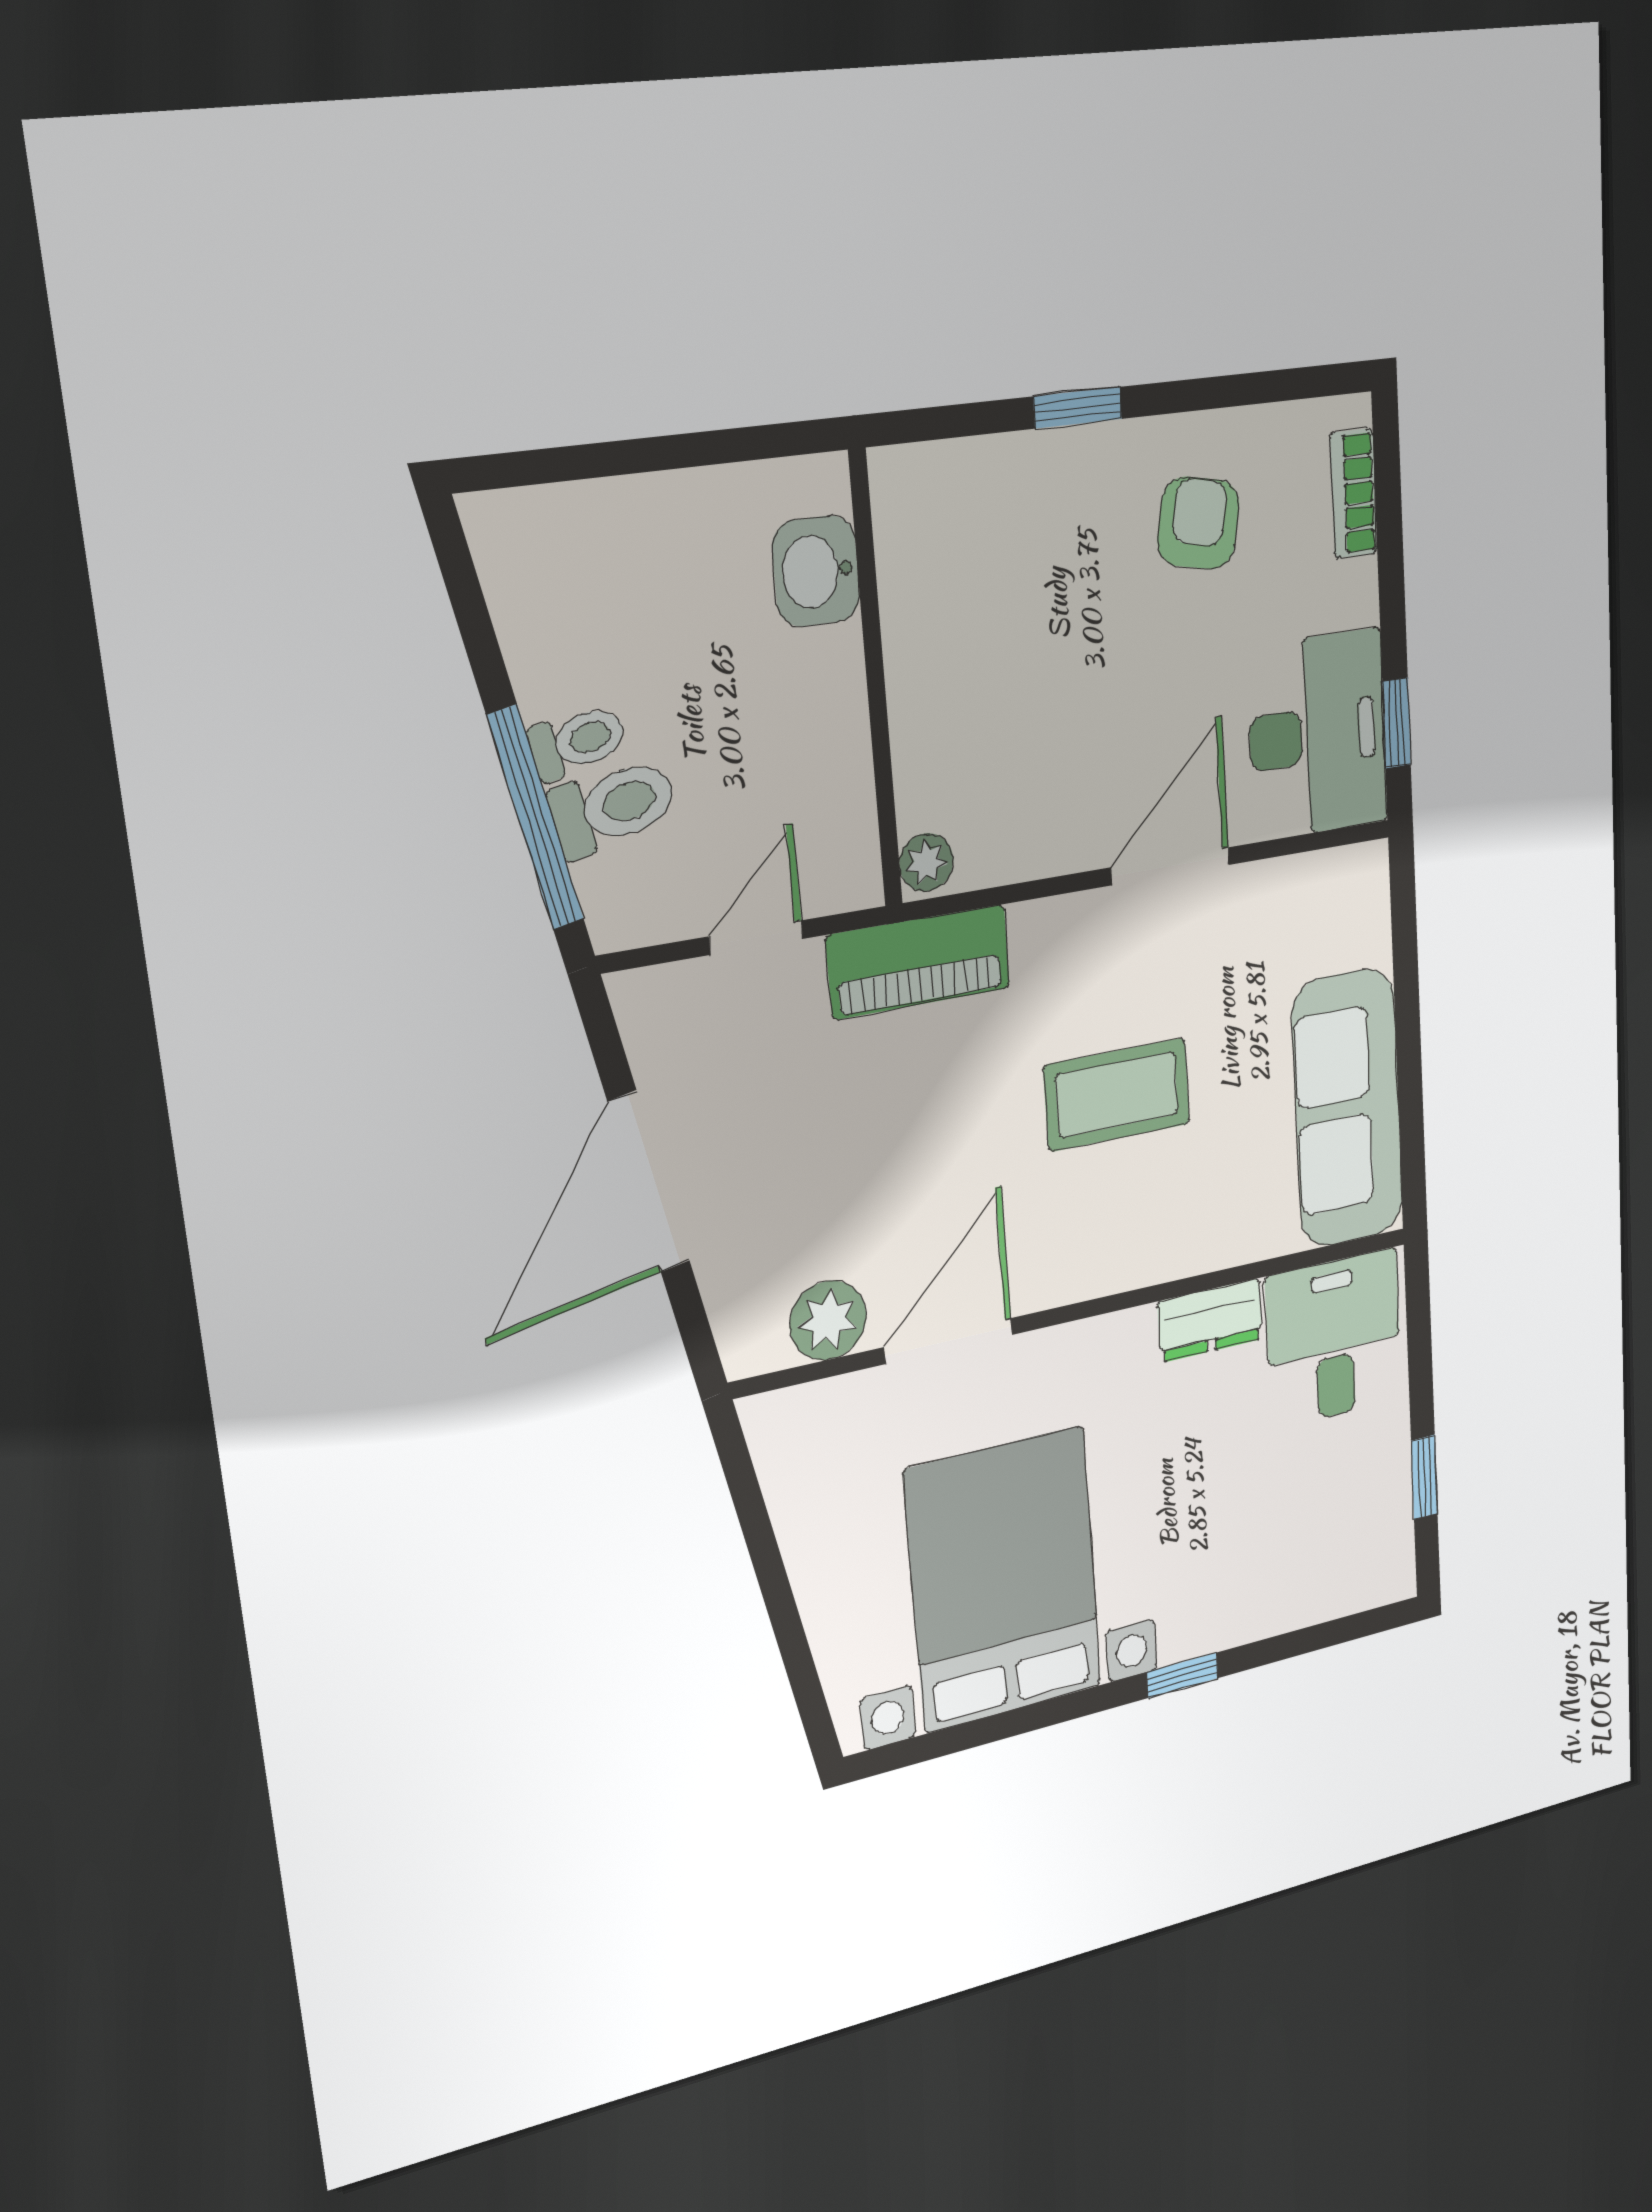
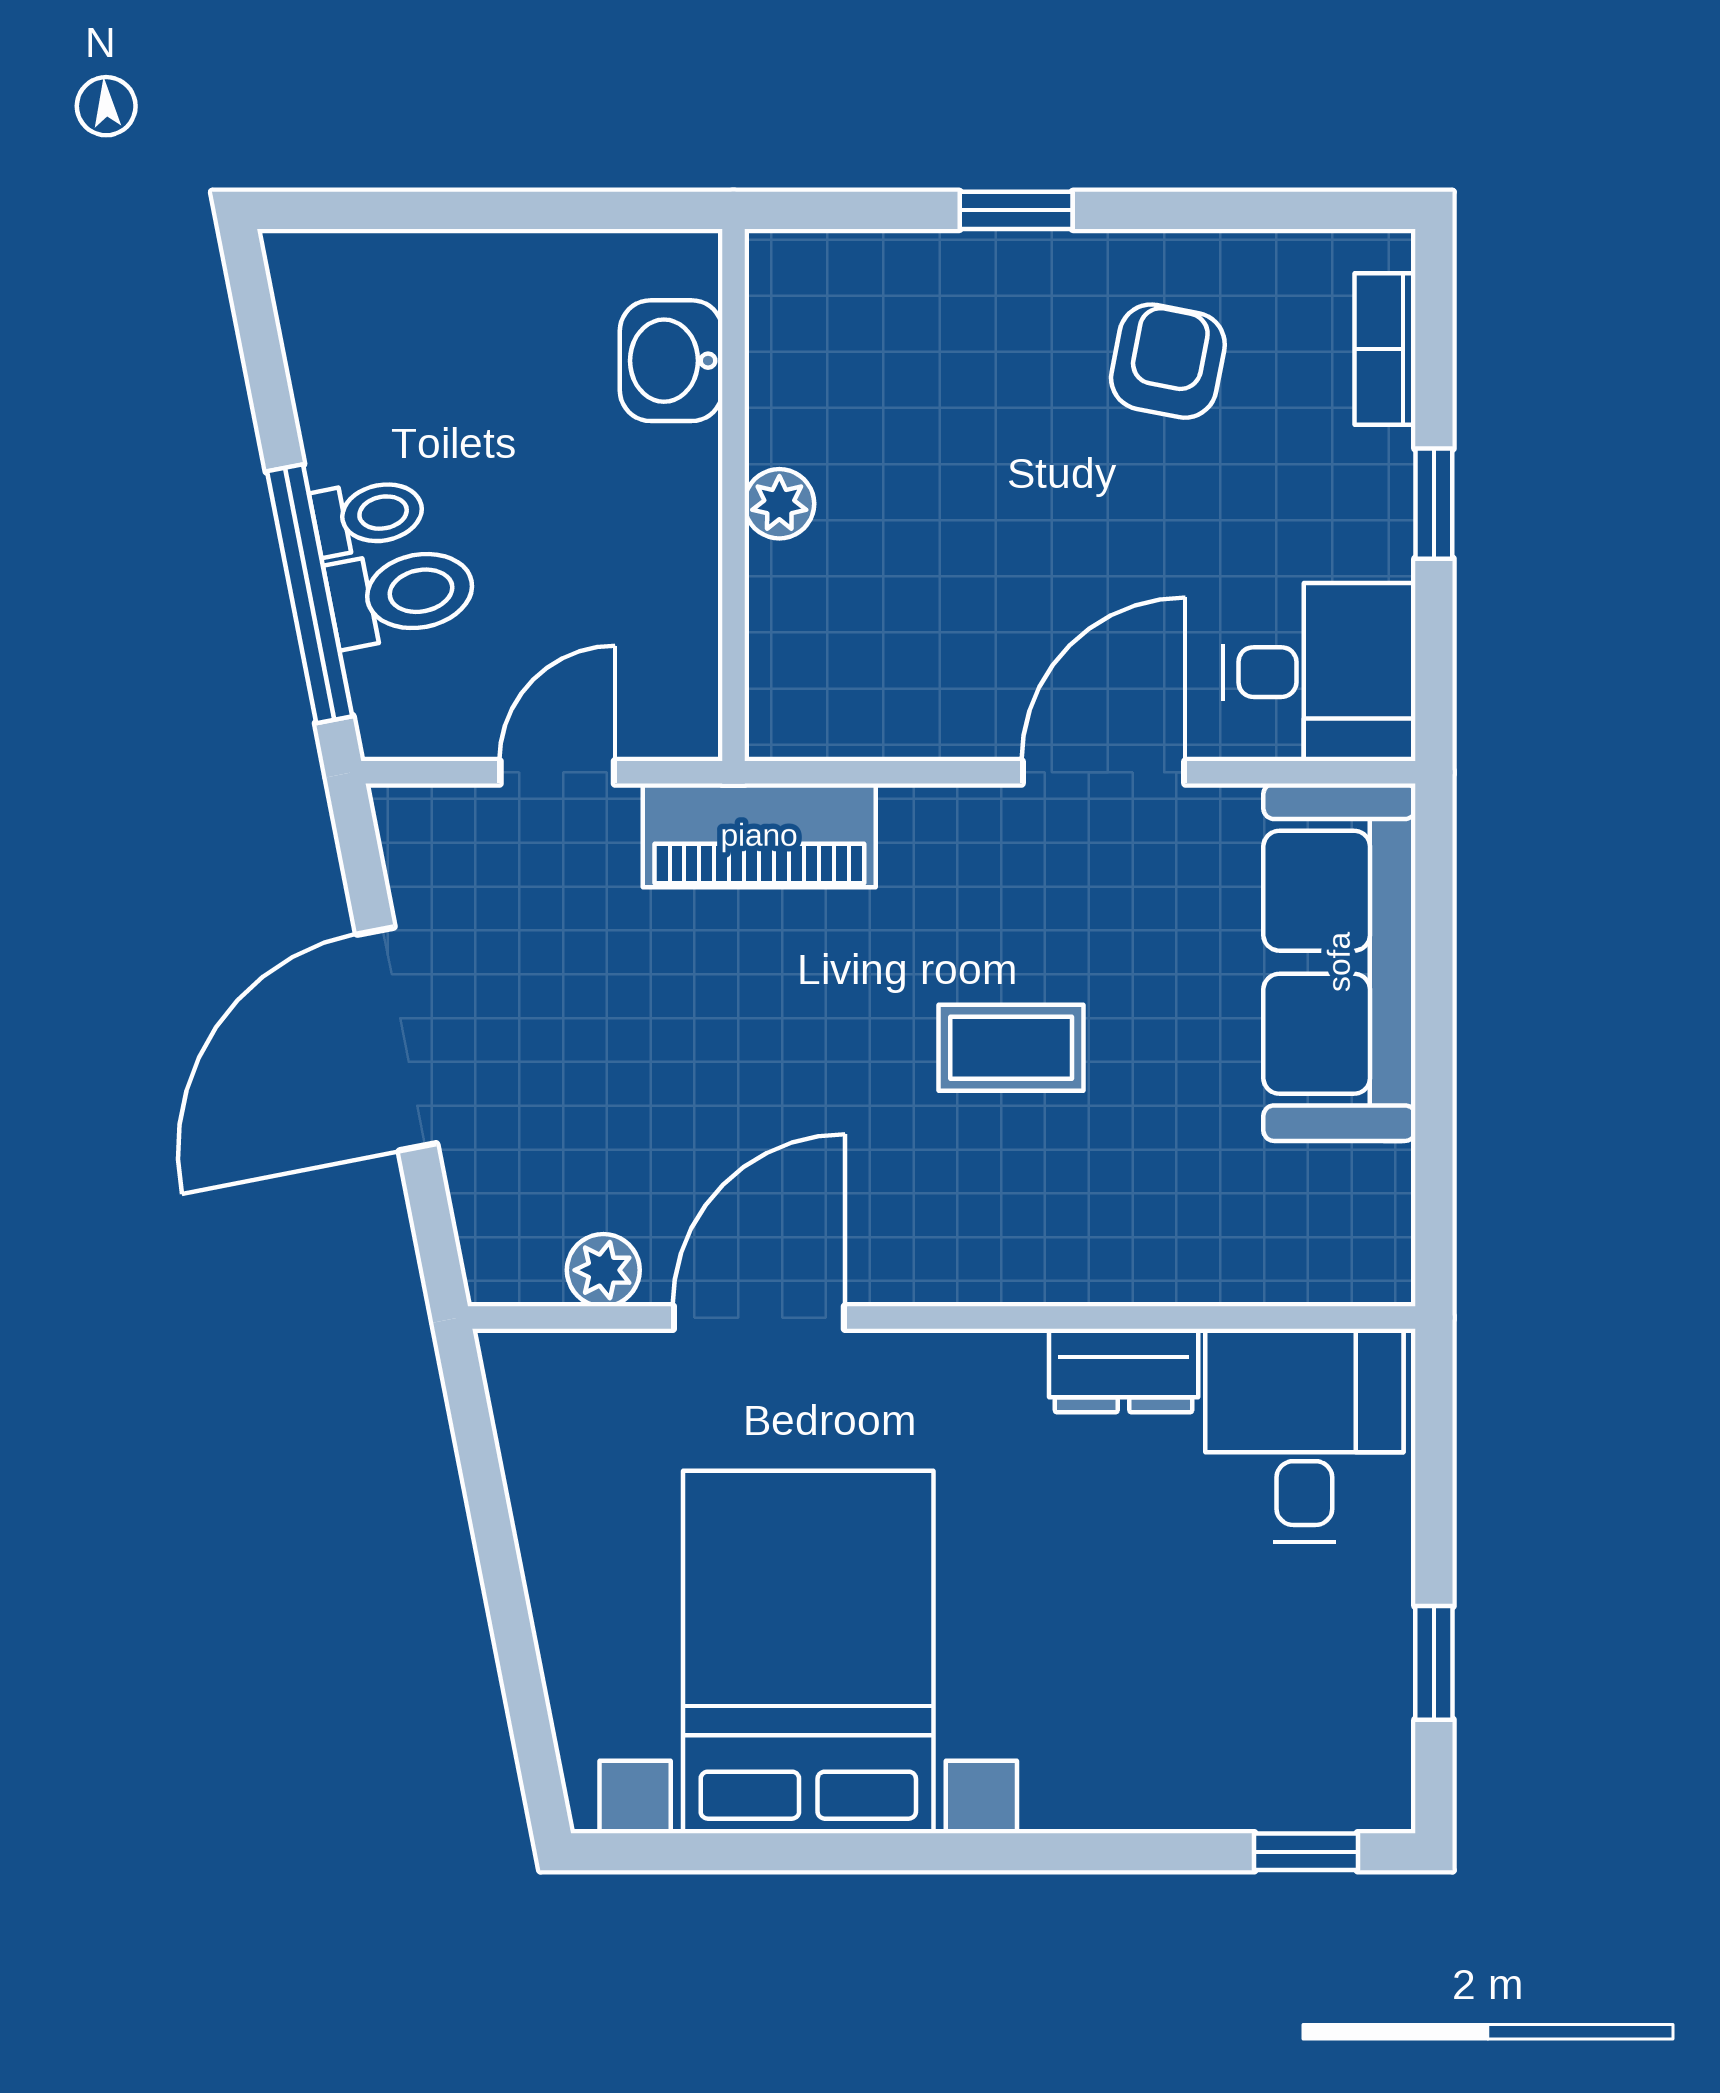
window: (1397, 723) -> (1434, 504), moved
desk: (1318, 735) -> (1319, 672), width x0.73
plant: (926, 862) -> (779, 504), moved
coffee table: (1117, 1095) -> (1011, 1048), width x0.73, depth x0.77
sofa: (1348, 1108) -> (1339, 962), moved
plant: (828, 1320) -> (603, 1270), width x0.73, depth x0.73
window: (1183, 1675) -> (1306, 1852), moved

